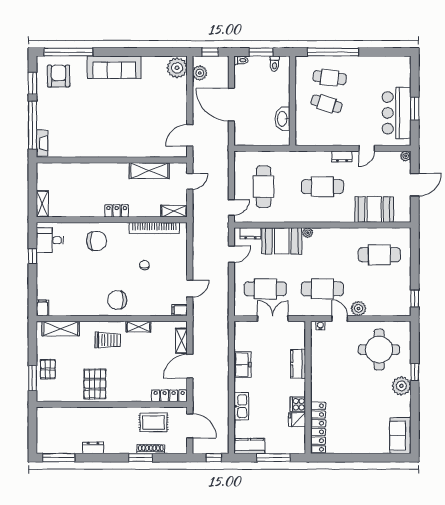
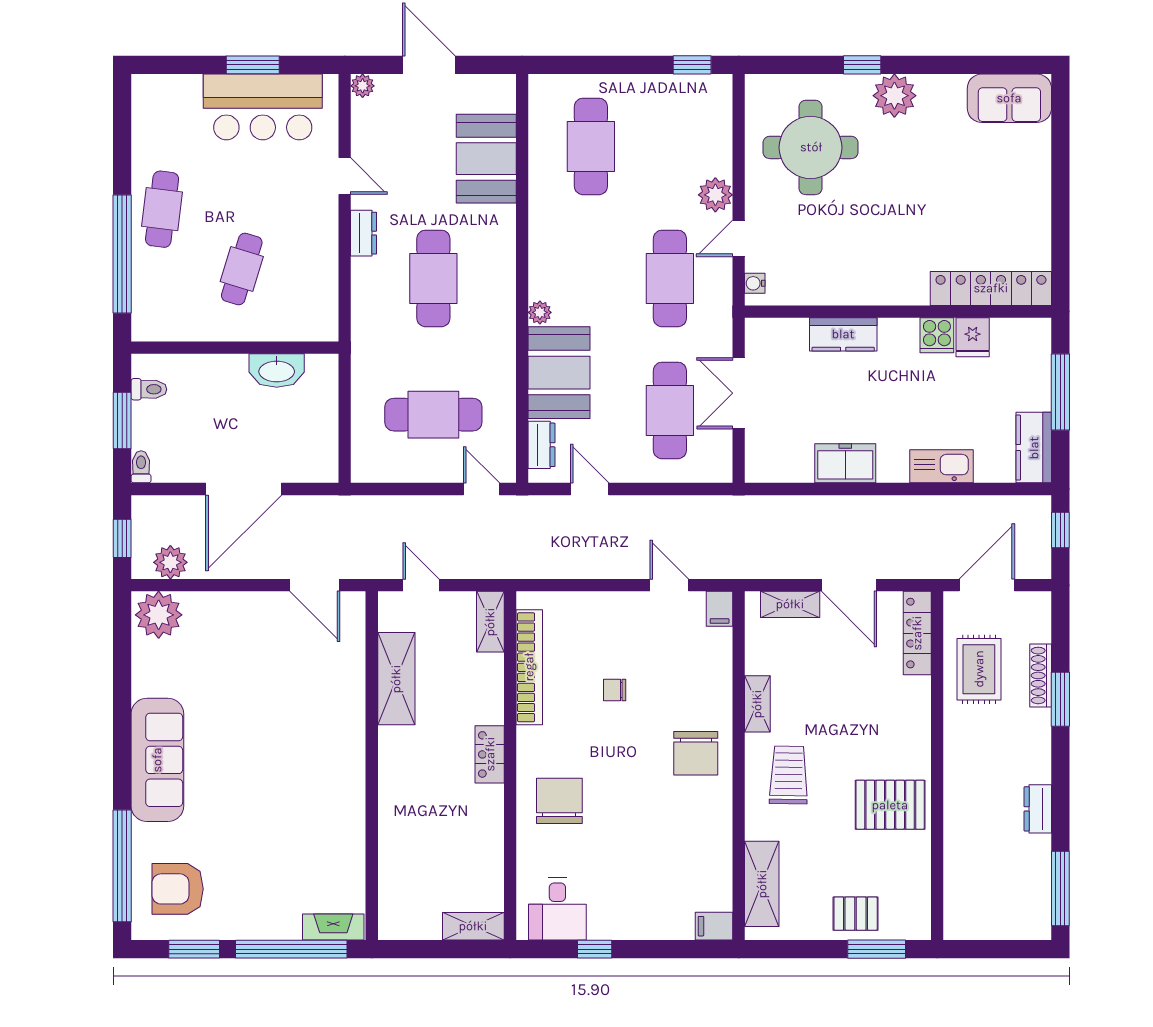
cafe table: (330, 78) -> (162, 209), moved

